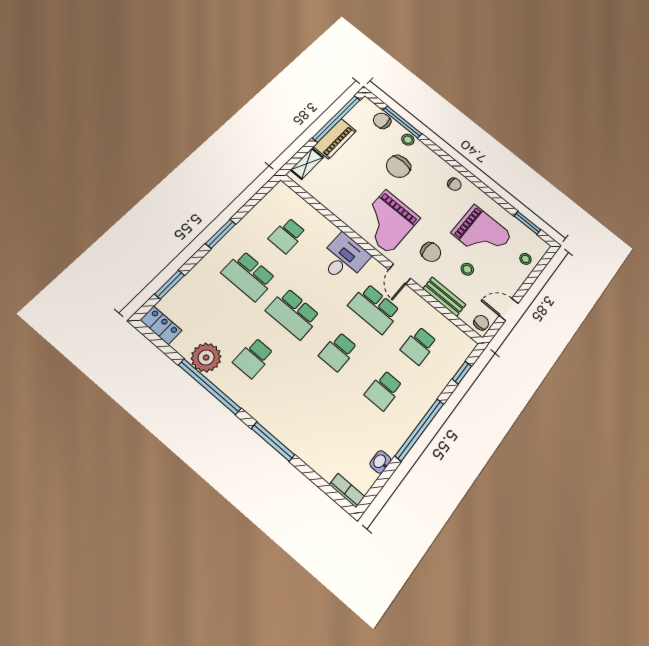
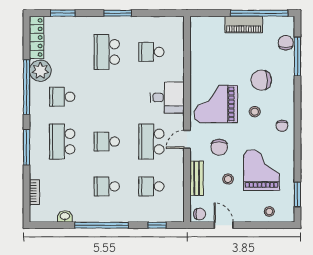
stool: (408, 140) -> (255, 112), moved
shelving: (307, 164) -> (210, 22), removed
grand piano: (482, 234) -> (262, 170), turned 180
school desk: (293, 313) -> (62, 142), moved
locker: (161, 325) -> (37, 37), width x1.53
bookcase: (347, 491) -> (34, 192), moved

